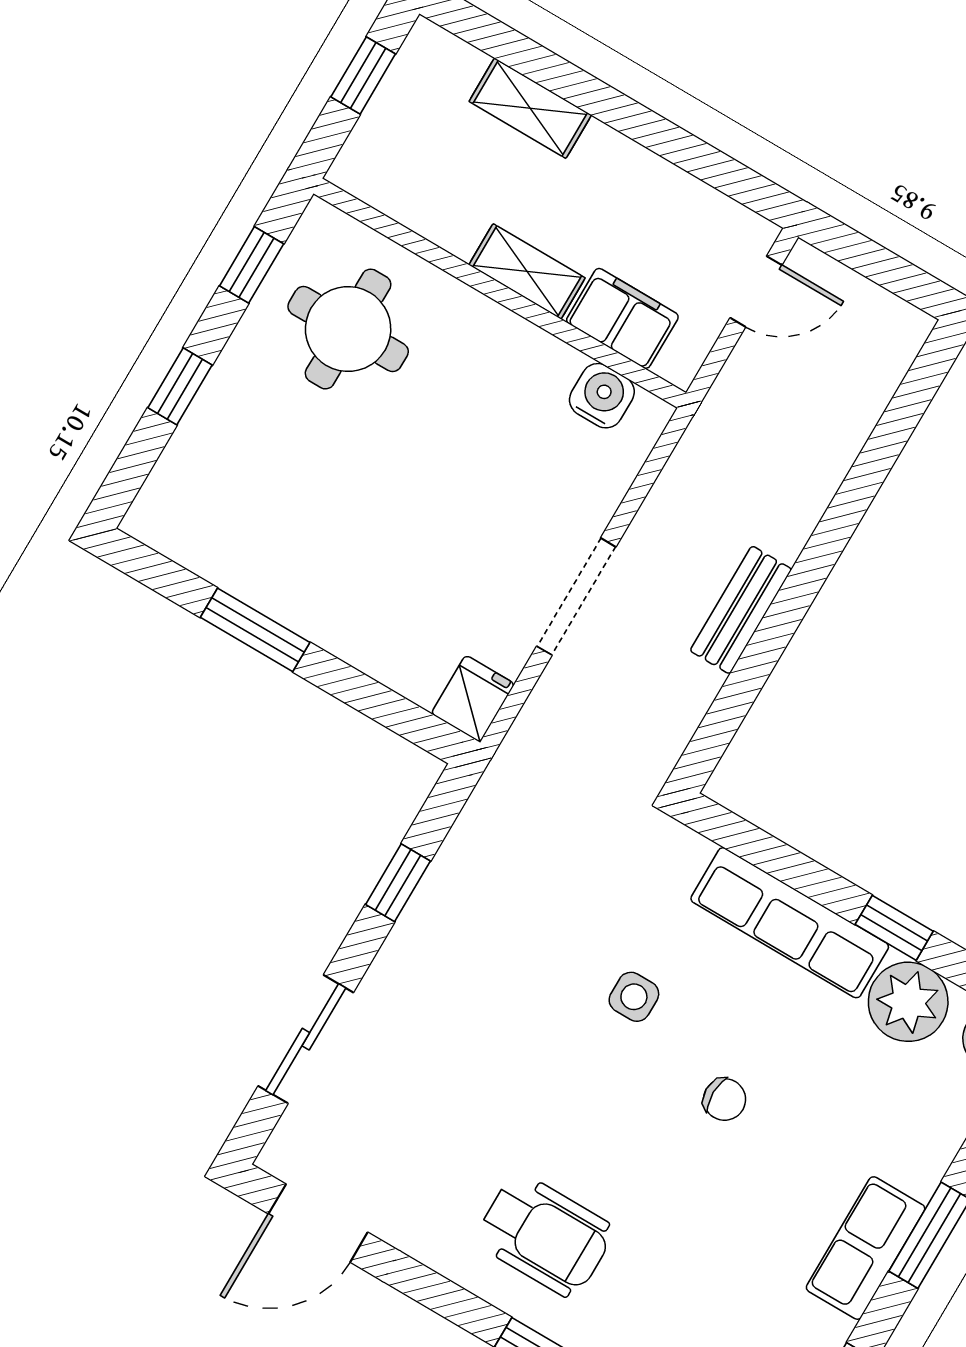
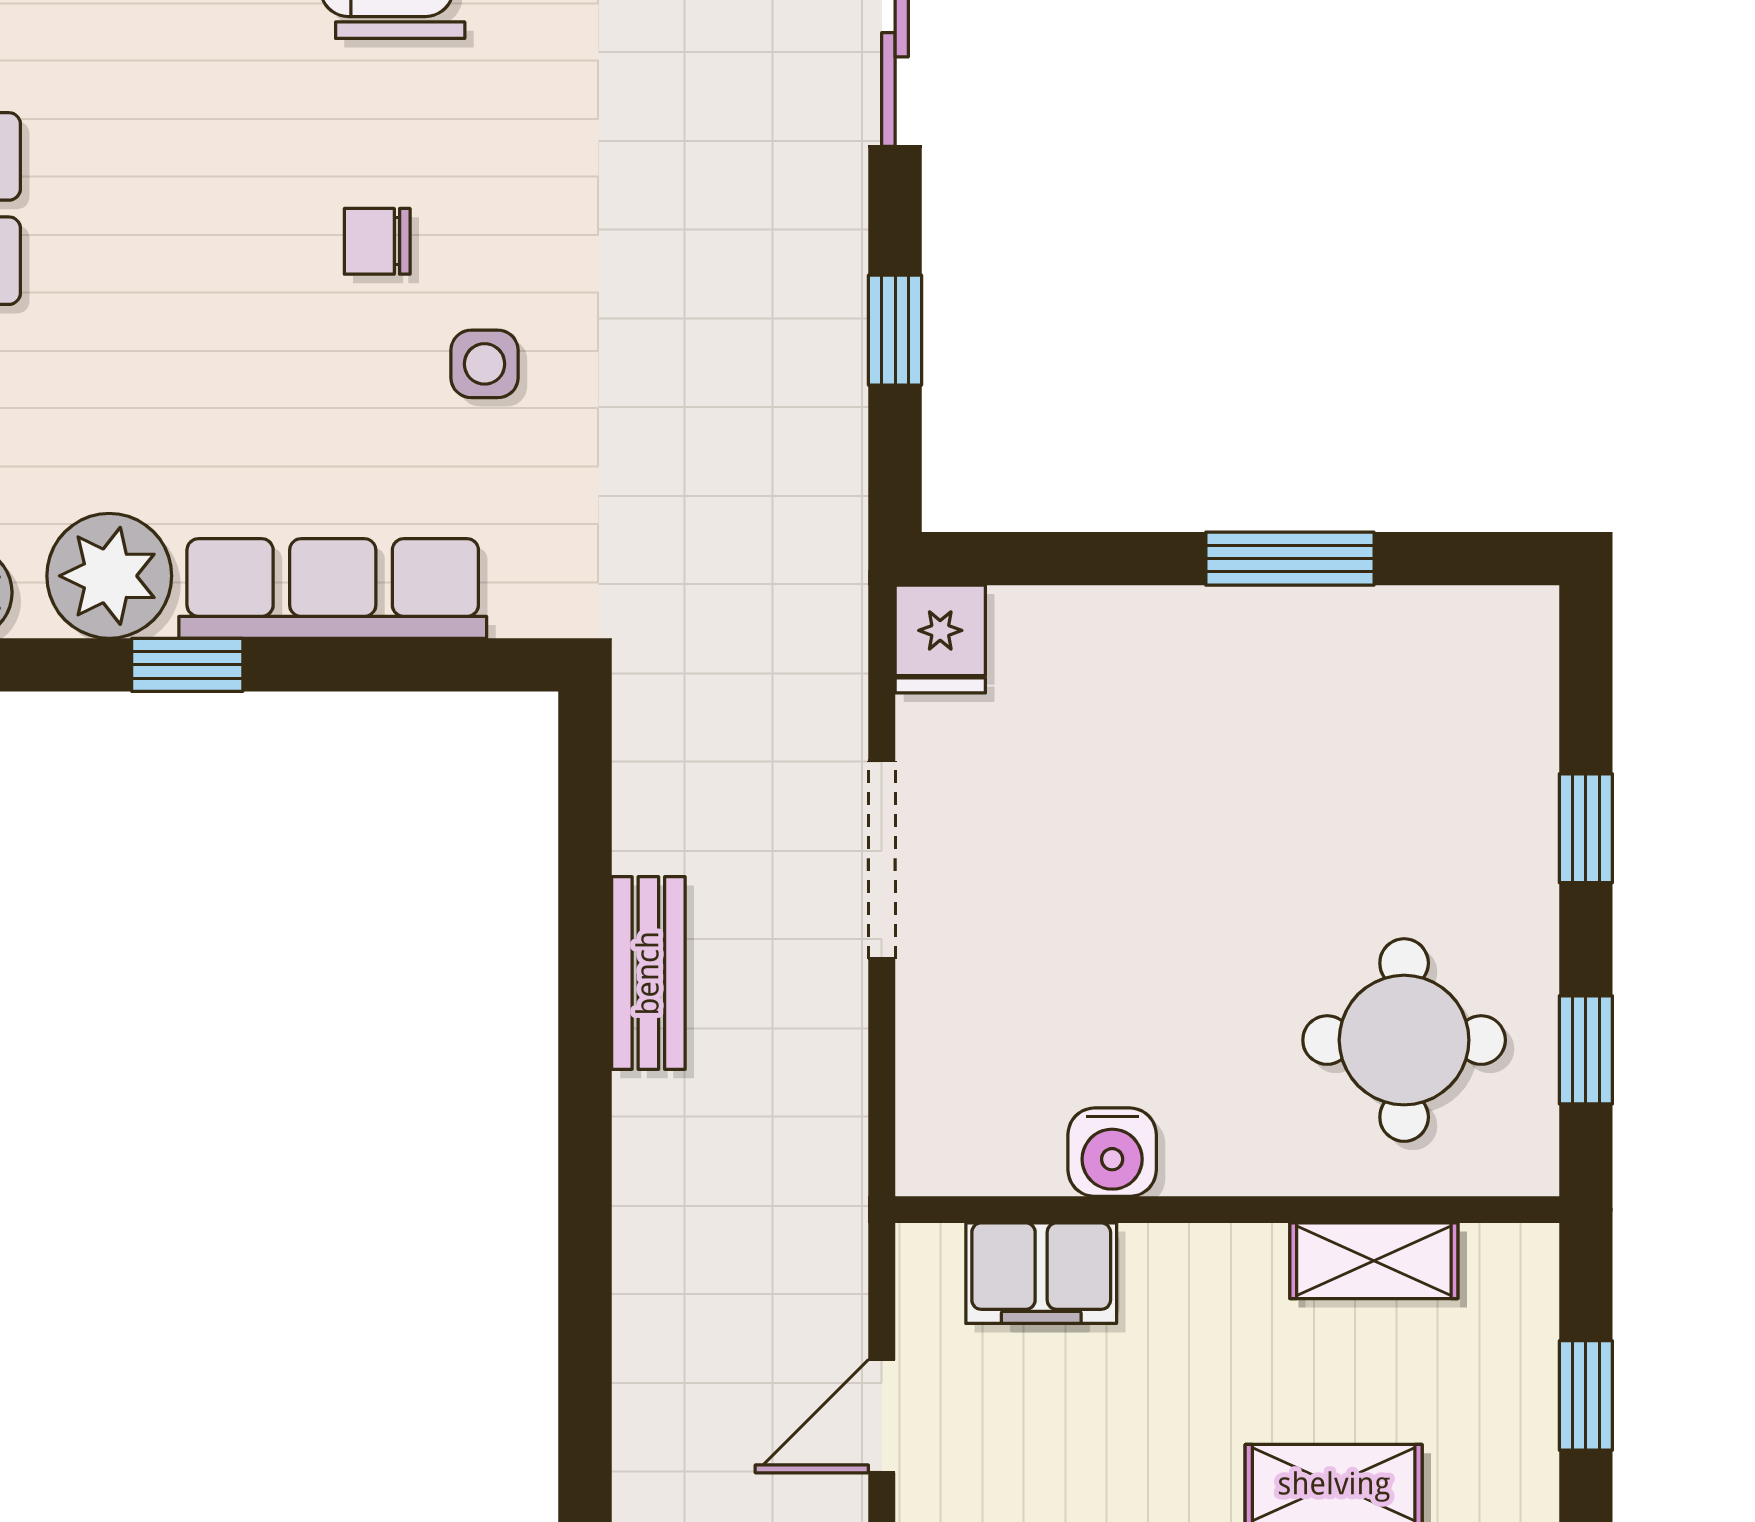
shelving: (527, 271) -> (1374, 1261), moved
water cooler: (602, 396) -> (1112, 1152), moved
chair: (724, 1099) -> (377, 241), moved

